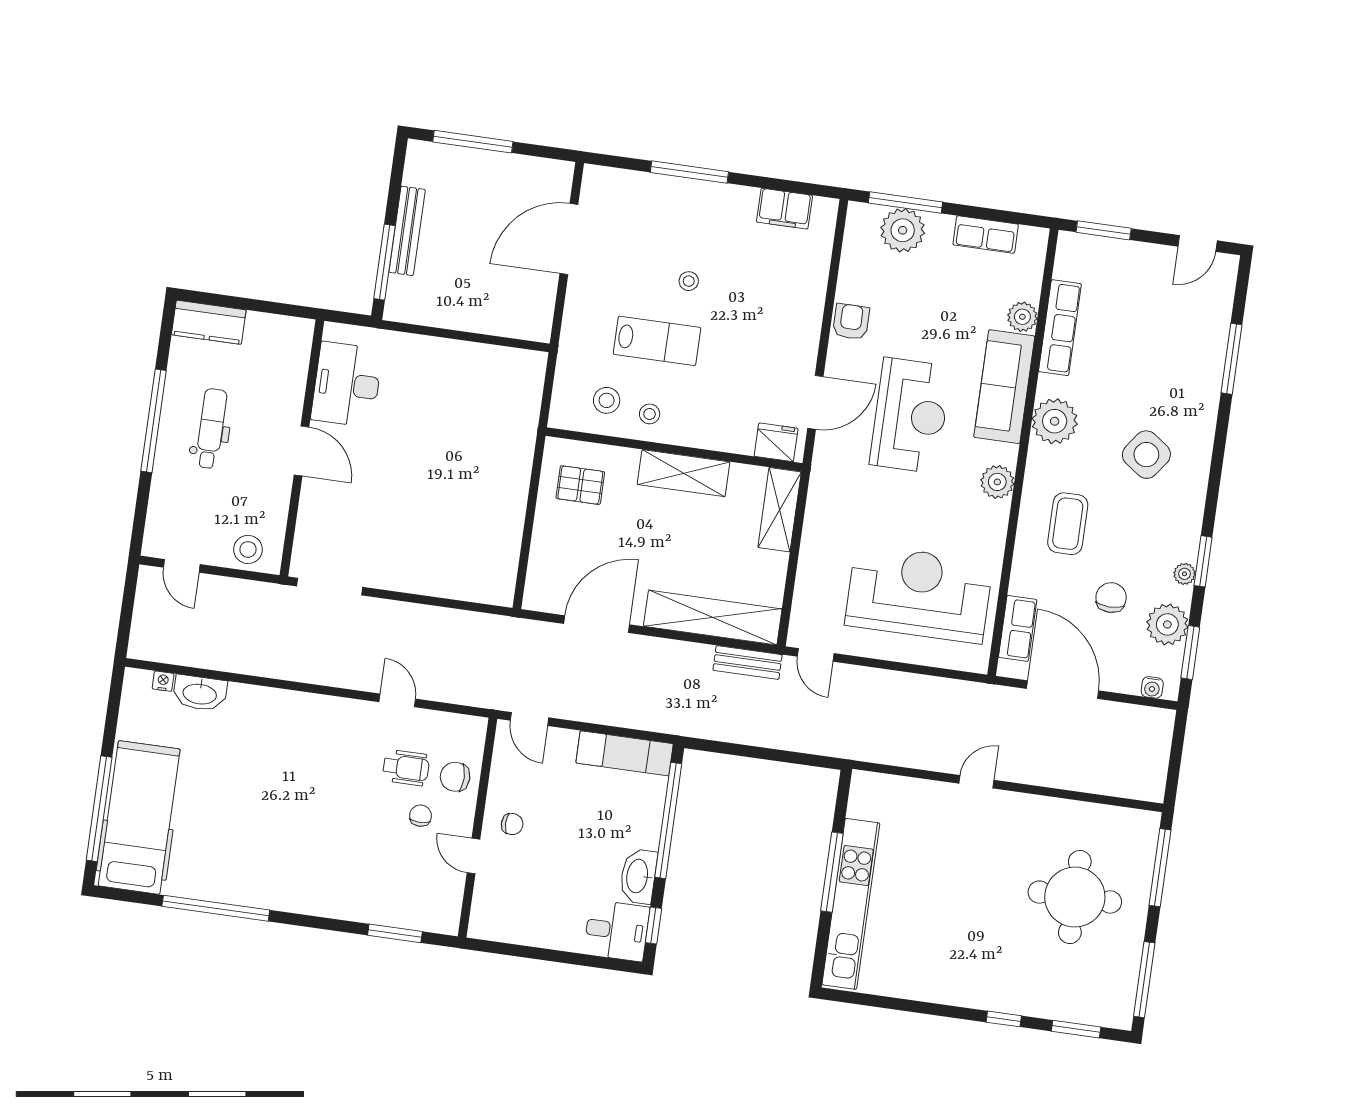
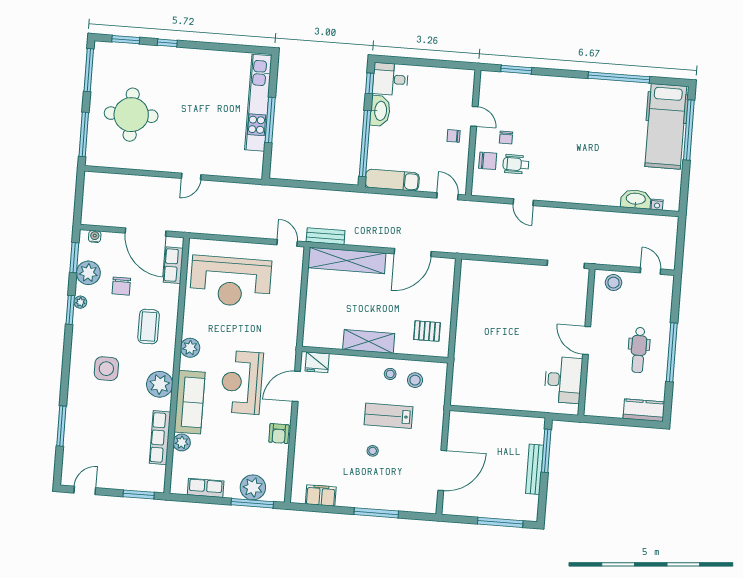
side table: (1146, 455) -> (106, 369), turned -36
shelving: (780, 510) -> (313, 324), removed

